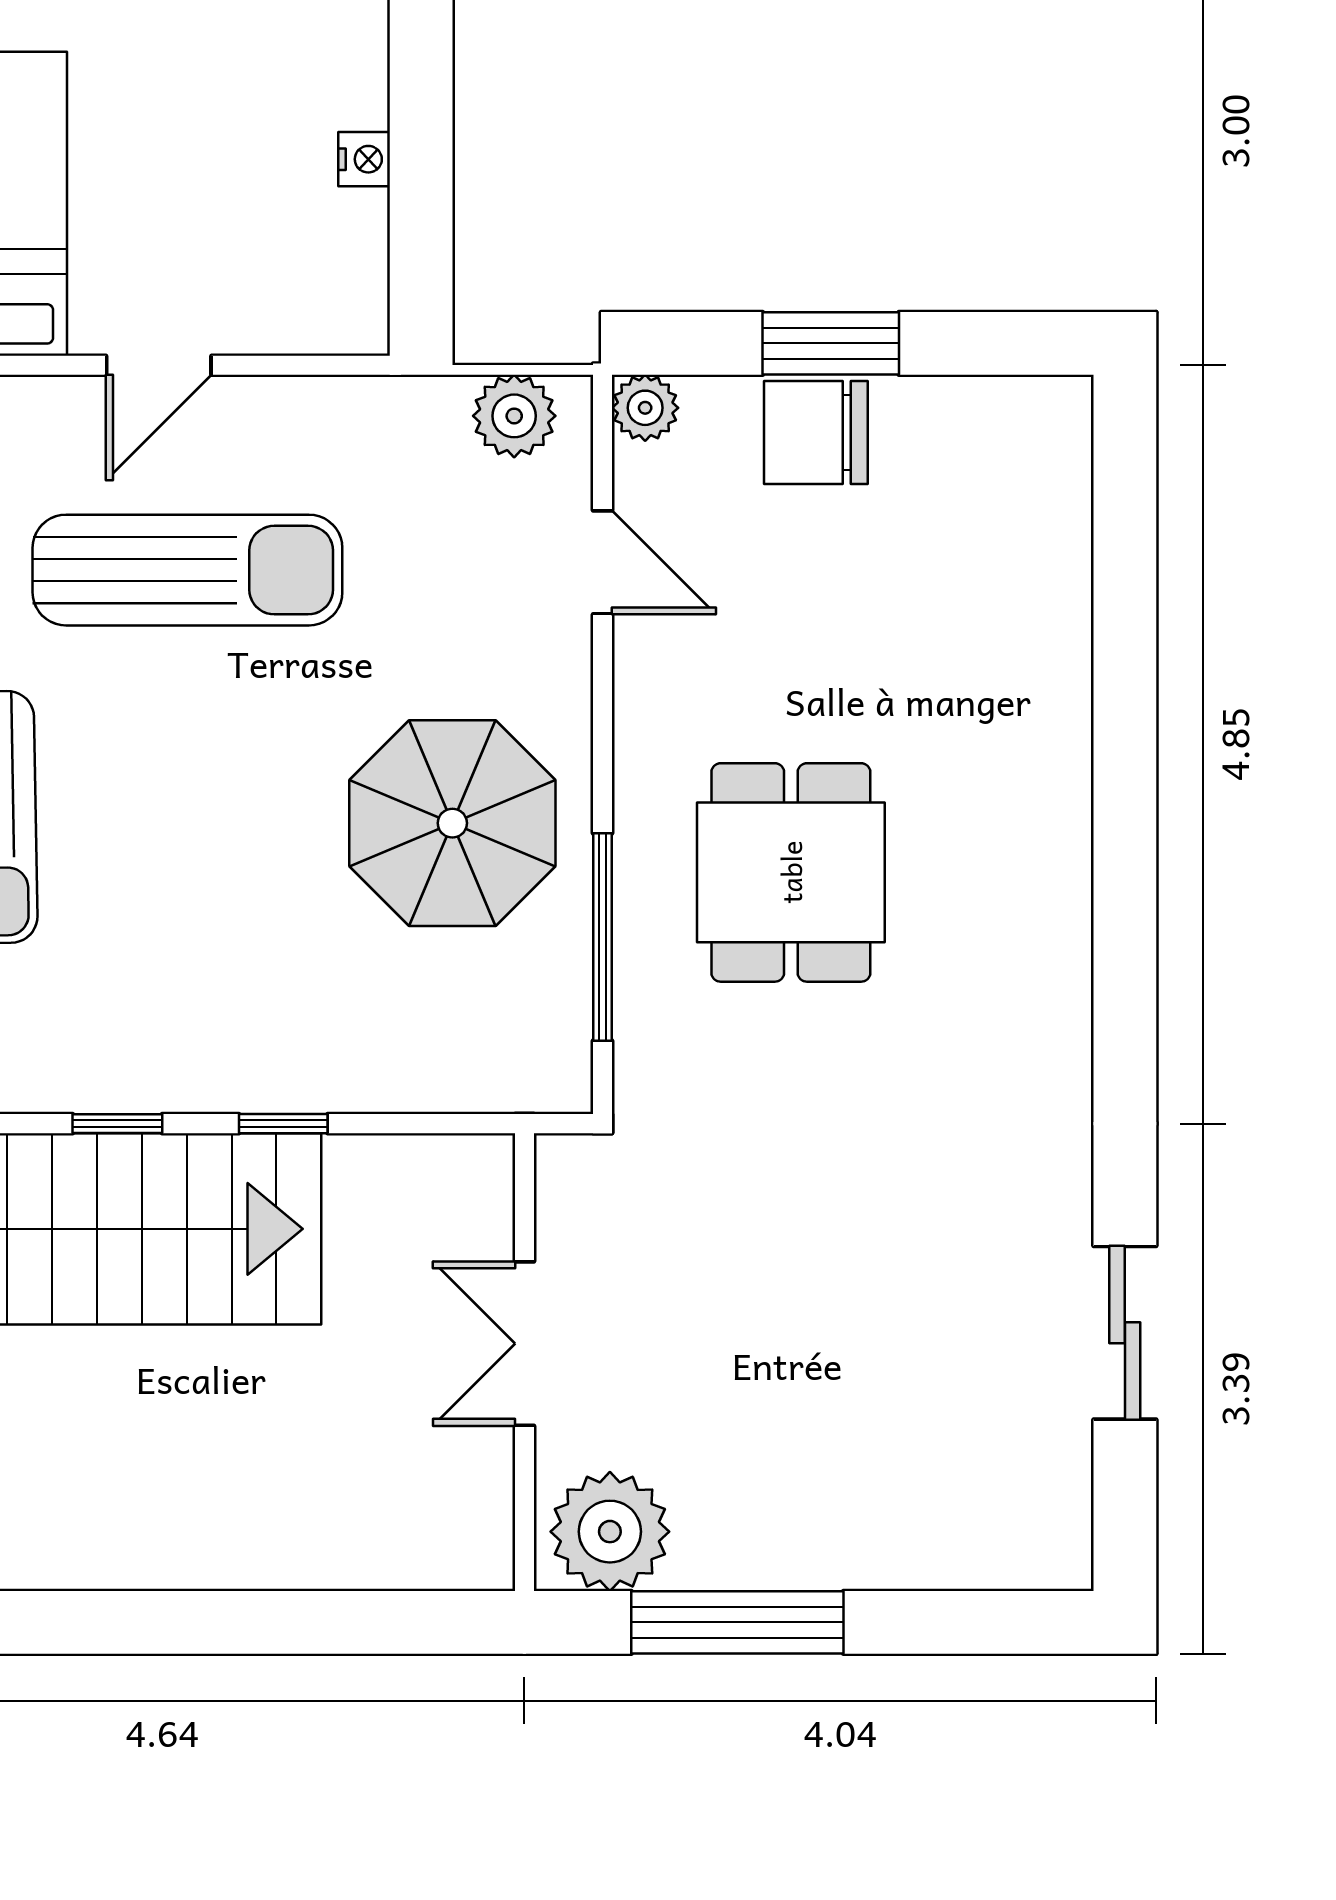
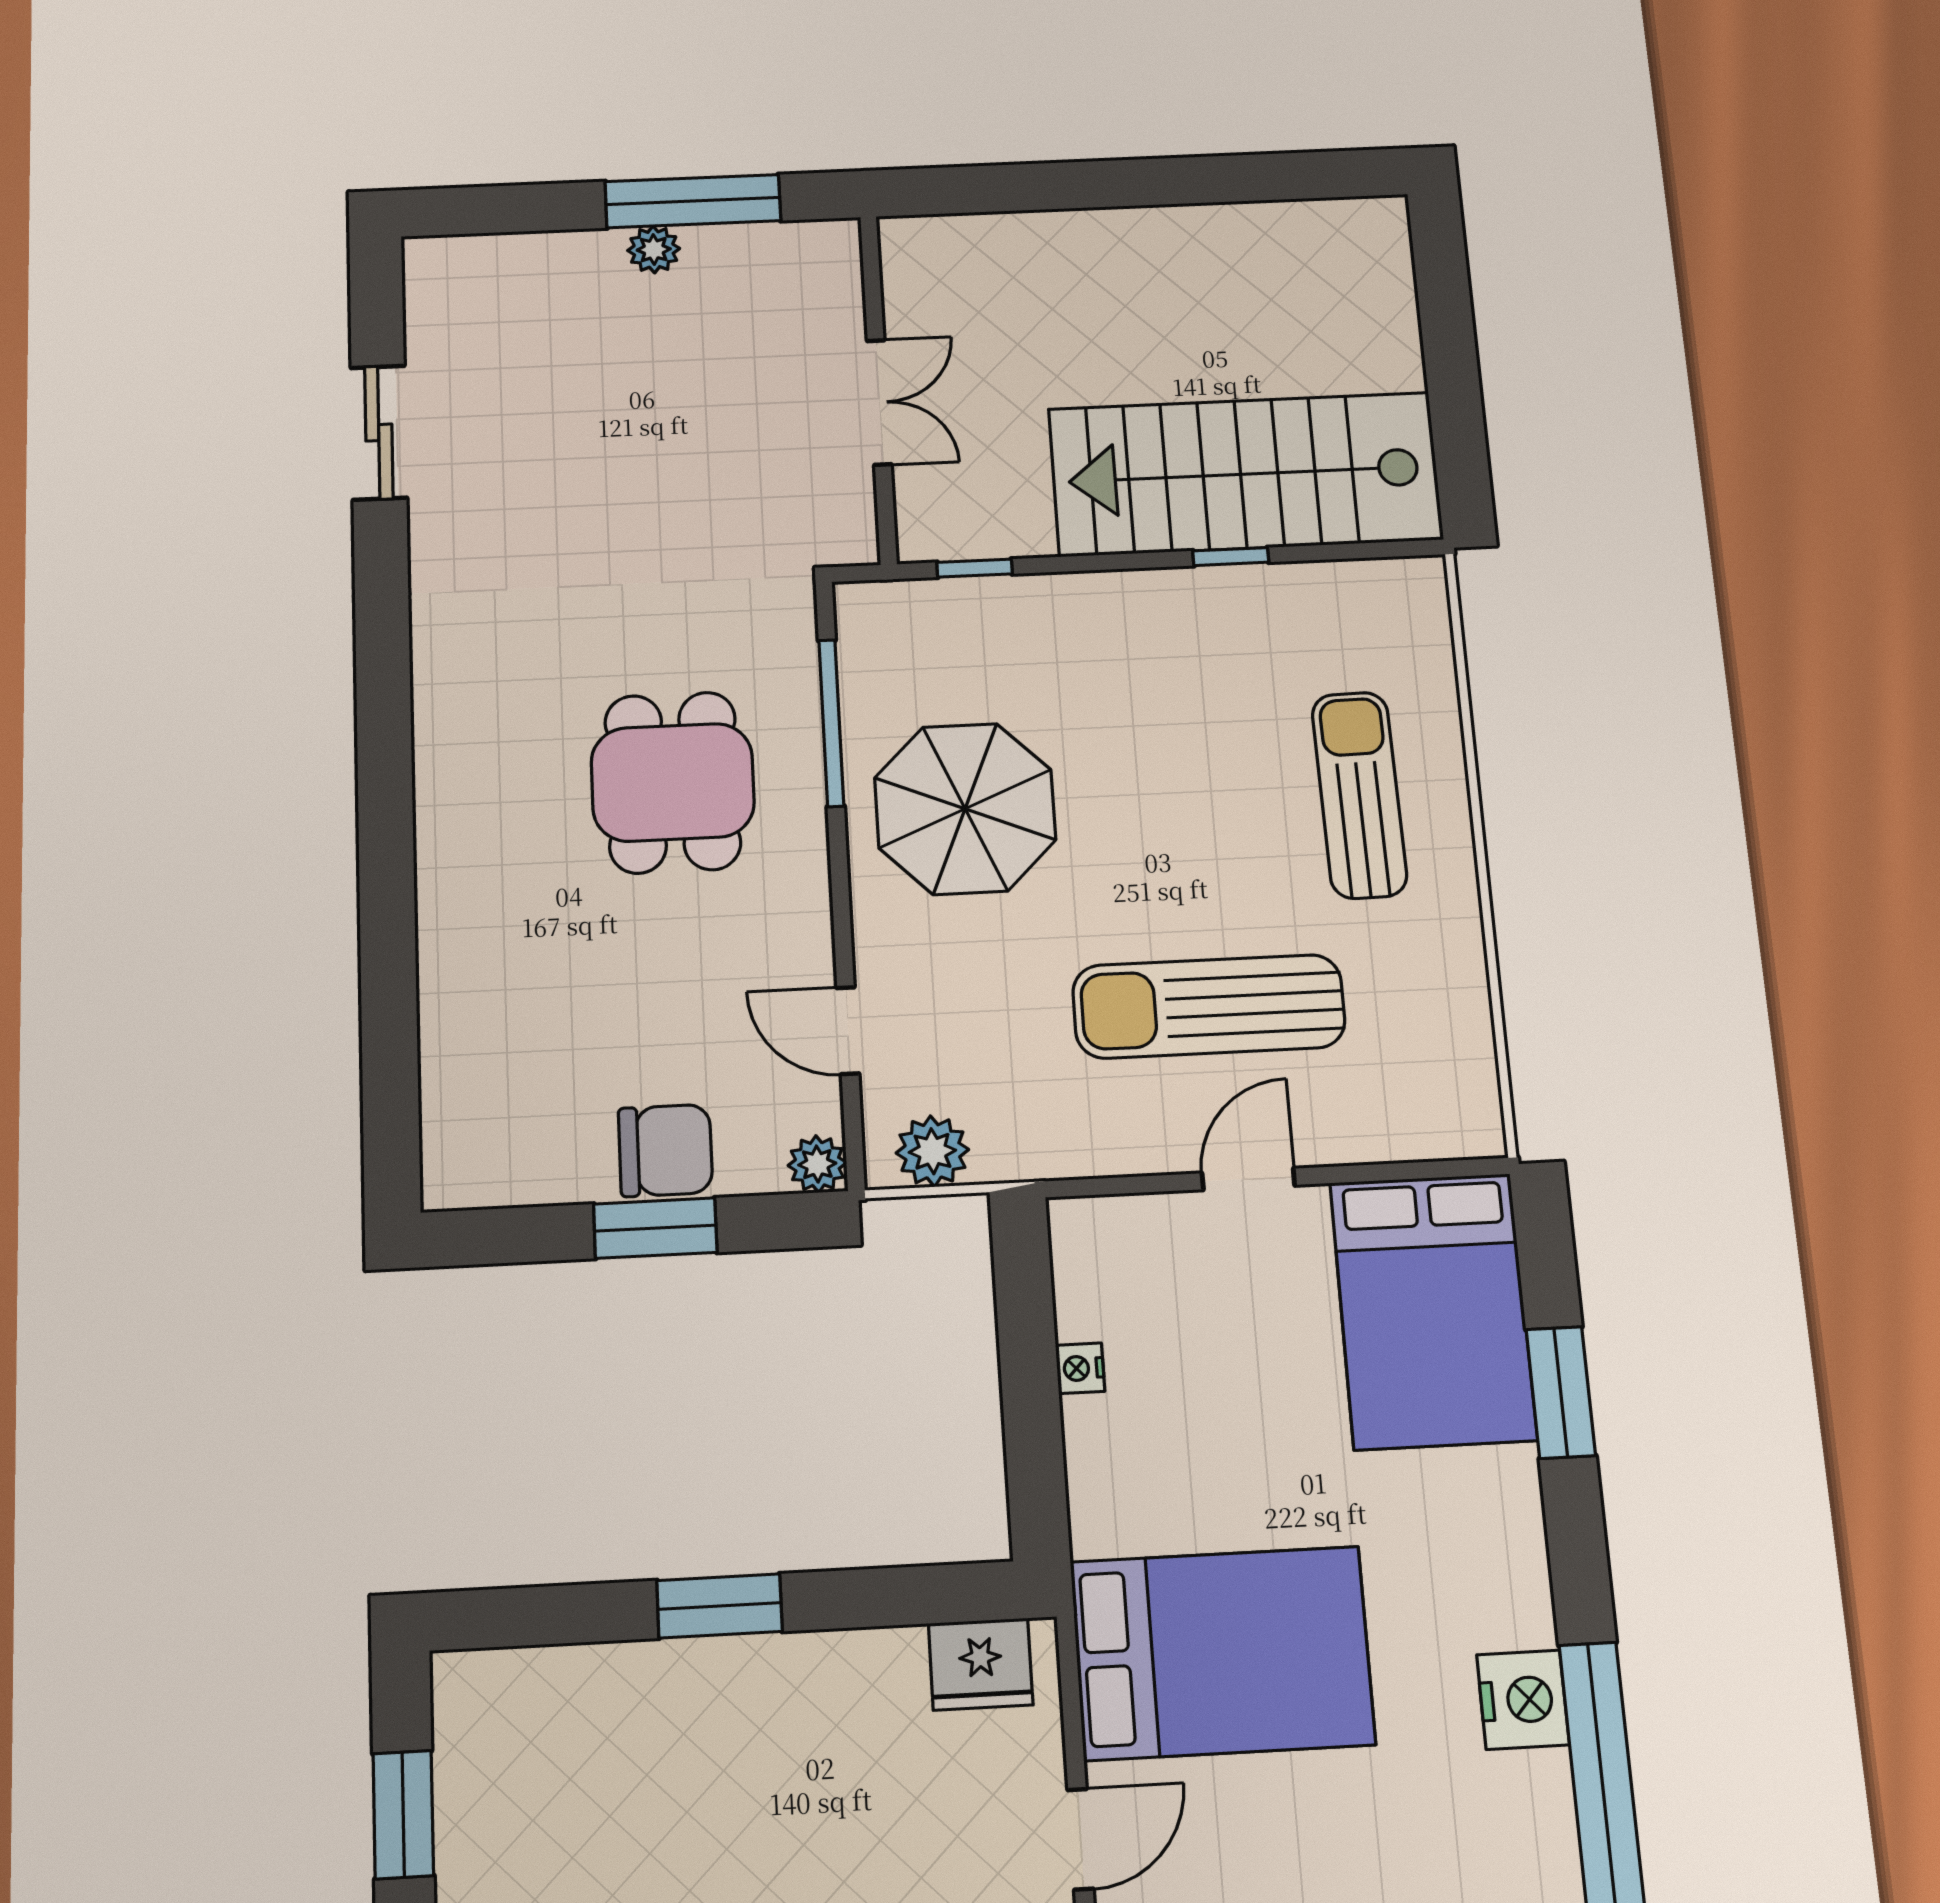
window: (283, 1124) -> (975, 568), moved
plant: (610, 1532) -> (654, 249), moved, width x0.53, depth x0.53

